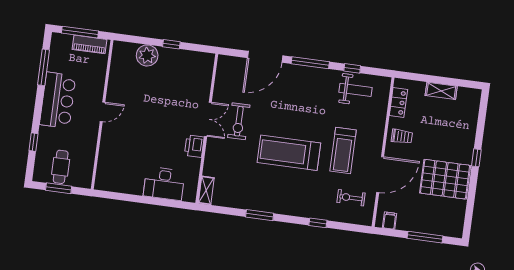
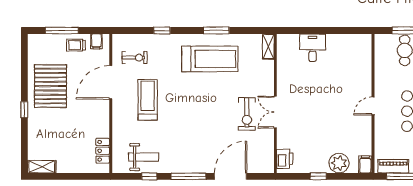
filing cabinet: (119, 50) -> (365, 164), added
weight bench: (355, 90) -> (144, 157), turned 180
shelving: (441, 91) -> (42, 167), moved
exercise bike: (239, 121) -> (247, 114), turned 180
trolley: (402, 136) -> (76, 45), moved
printer: (194, 146) -> (285, 159), moved
treadmill: (289, 153) -> (210, 59), moved
pallet: (445, 179) -> (50, 86), turned 90
desk: (164, 184) -> (313, 48), width x0.73

